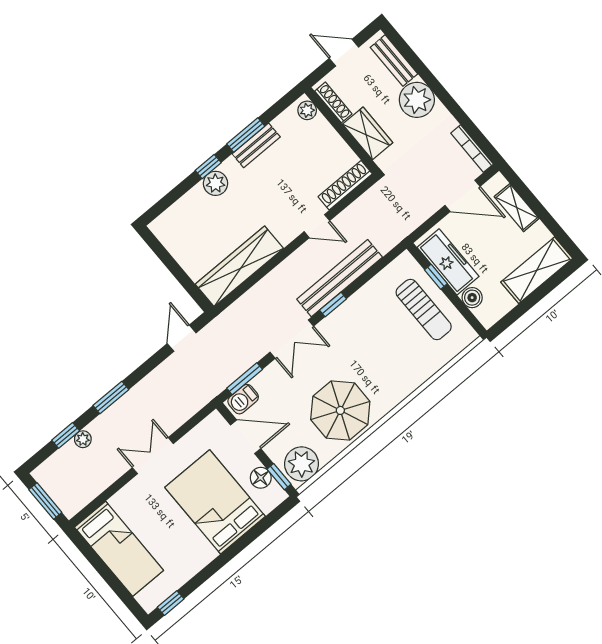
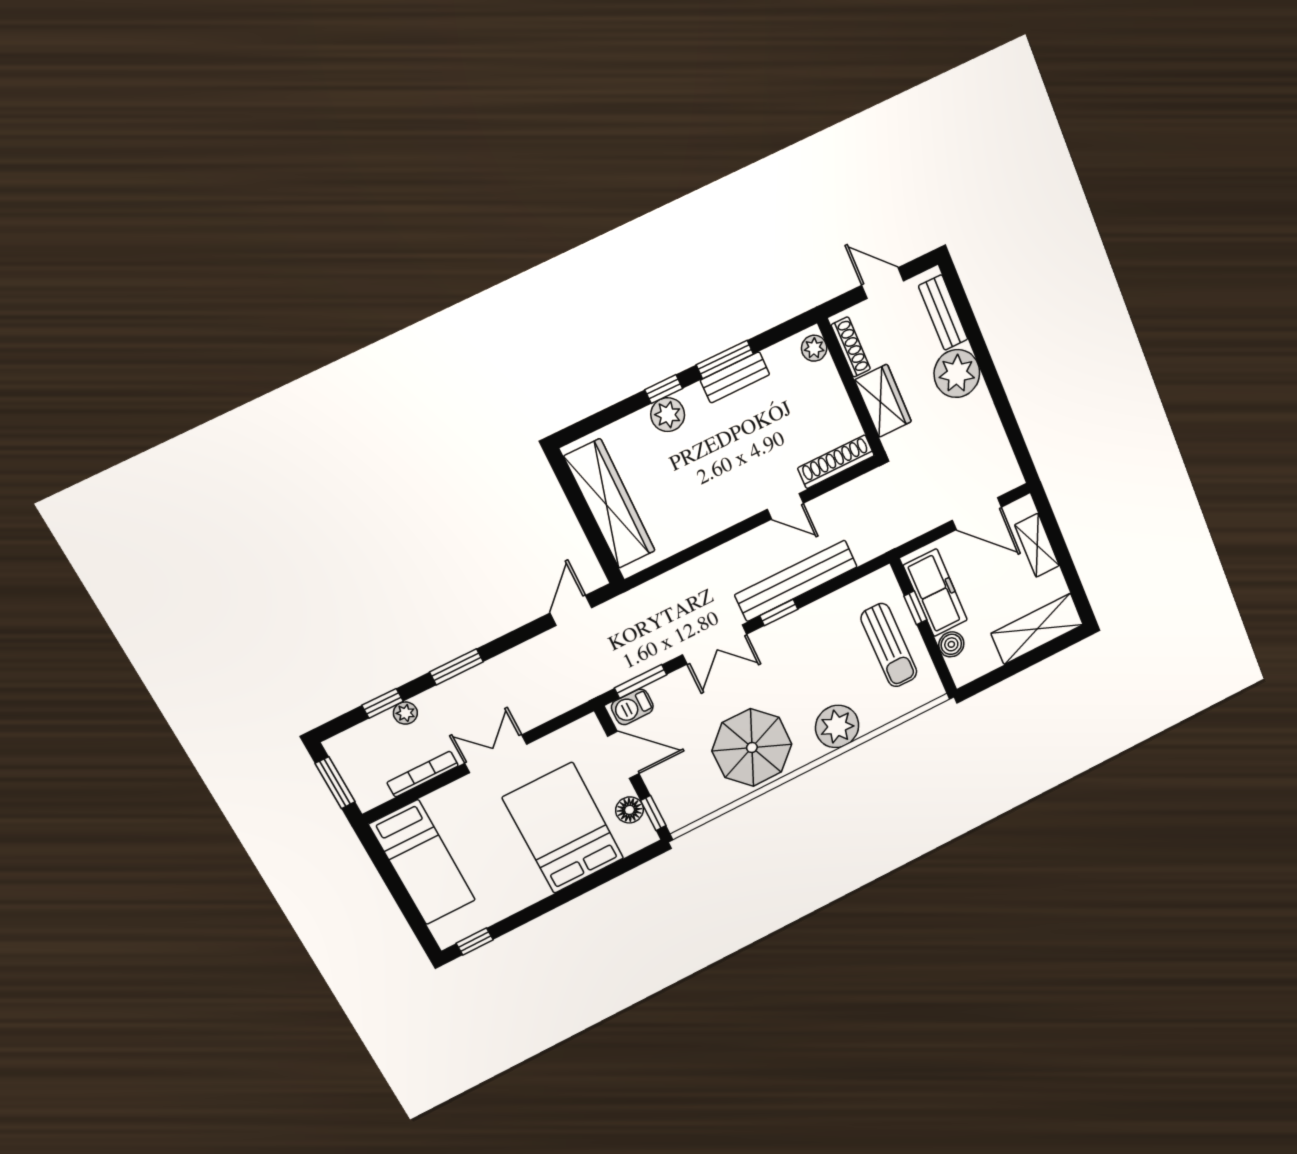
bookcase: (472, 149) -> (423, 774), moved, turned 90
wardrobe: (239, 266) -> (610, 504), moved, turned 90
plant: (302, 464) -> (837, 726), moved

